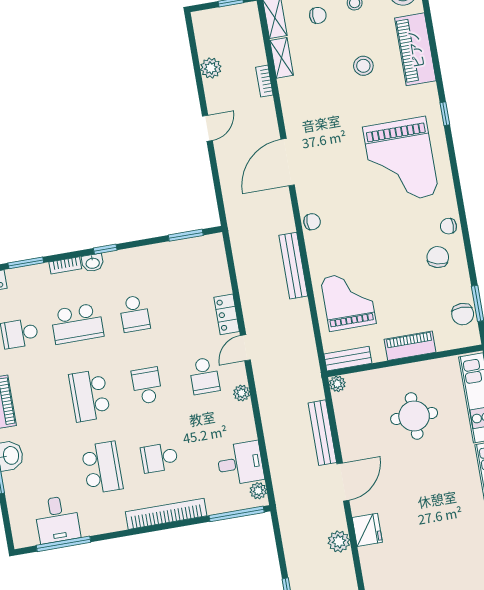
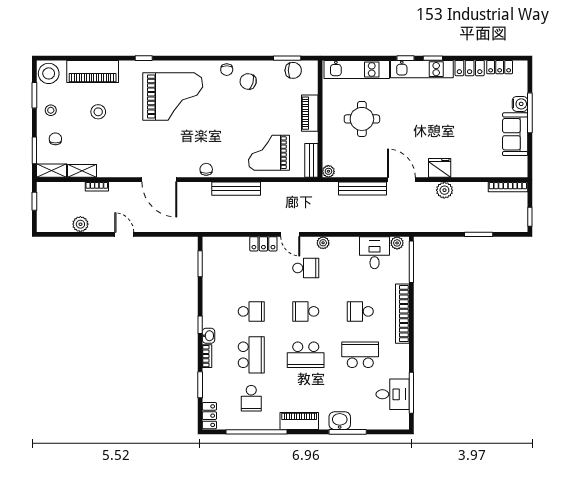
school desk: (159, 458) -> (360, 311), turned 90

